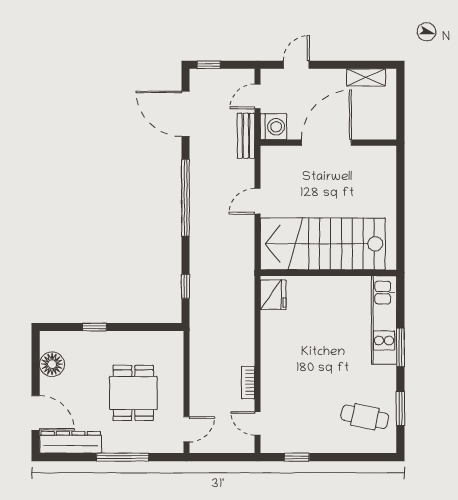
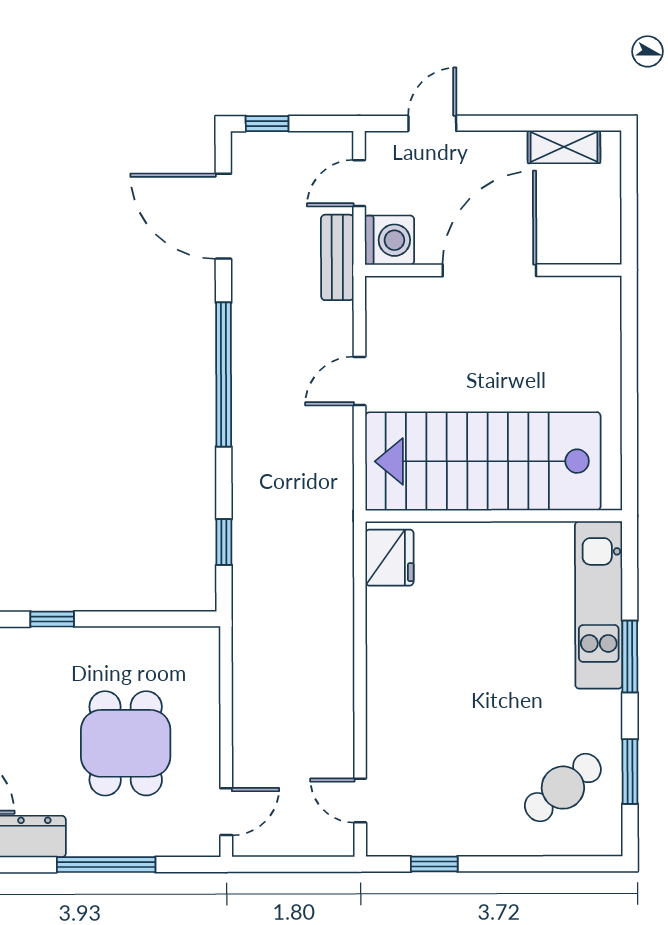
bookcase: (248, 383) -> (342, 723), removed
cafe table: (365, 417) -> (563, 788), turned -51

